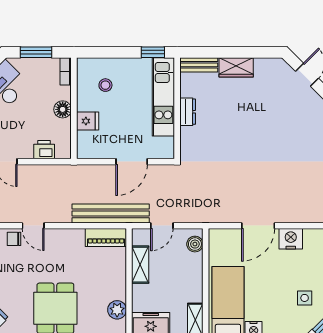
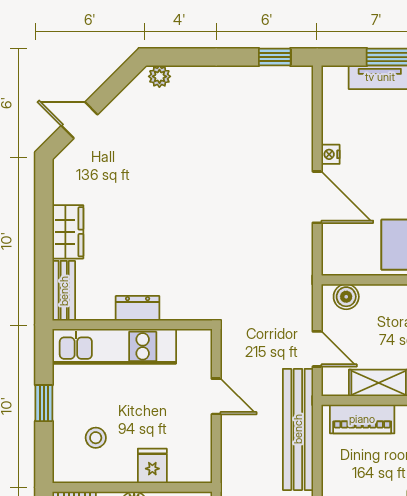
window: (153, 52) -> (44, 403), moved
door: (132, 162) -> (216, 396), width x0.73
piano: (106, 238) -> (362, 419), moved, turned 90
nightstand: (291, 239) -> (331, 154), width x0.53, depth x0.56

